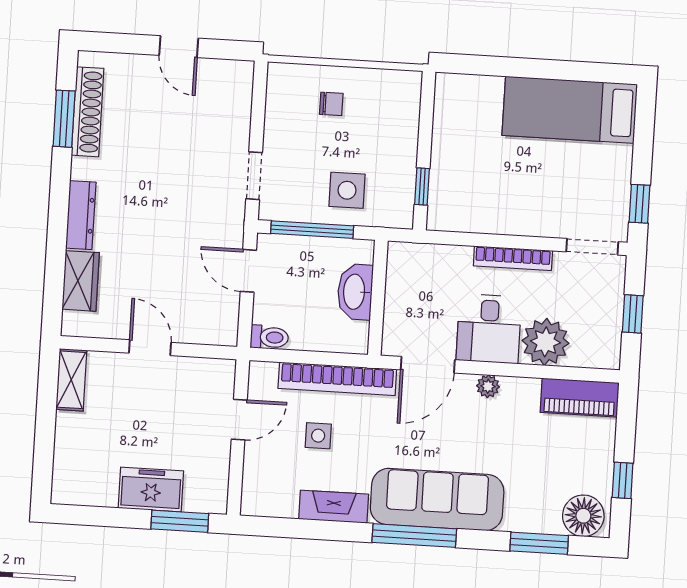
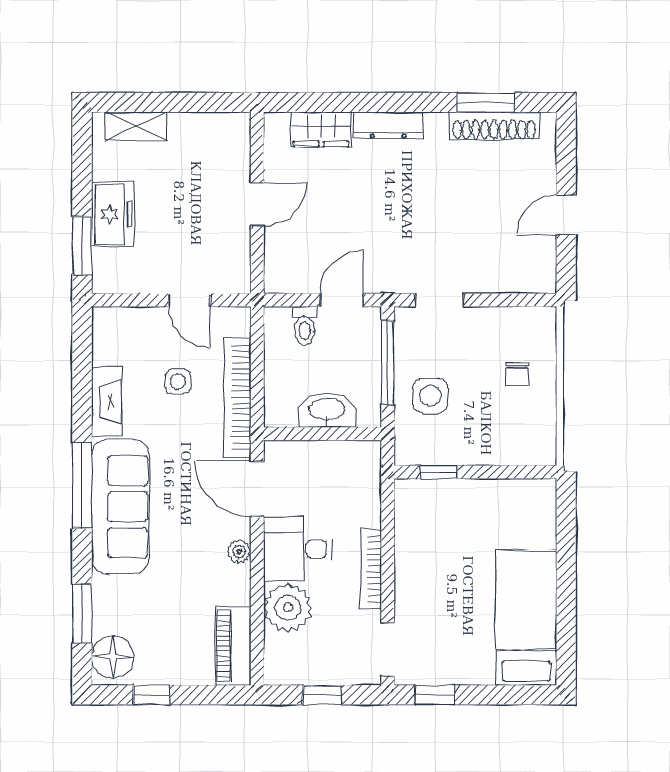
toilet: (269, 337) -> (305, 326), moved
shelving: (71, 380) -> (136, 126), moved

